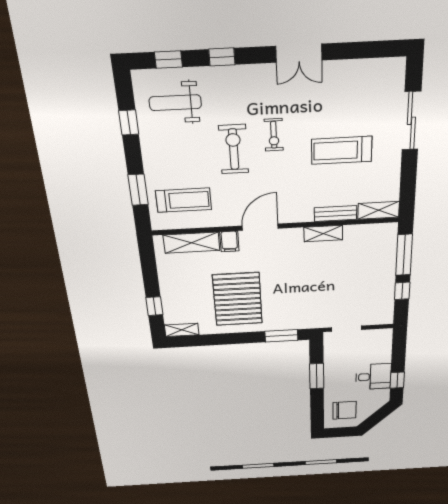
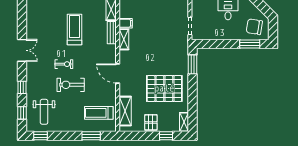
window: (129, 122) -> (40, 136), moved
treadmill: (342, 150) -> (74, 30), turned 180
treadmill: (184, 200) -> (99, 113), turned -90
filing cabinet: (229, 241) -> (126, 23), moved
pallet: (175, 283) -> (151, 122), added
window: (317, 376) -> (250, 44), moved
chair: (345, 410) -> (254, 27), turned -81

